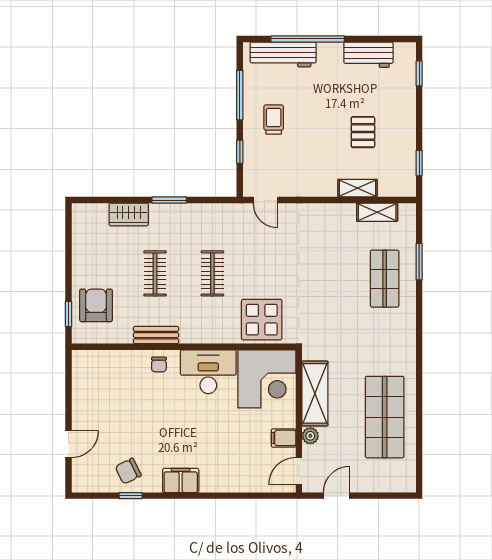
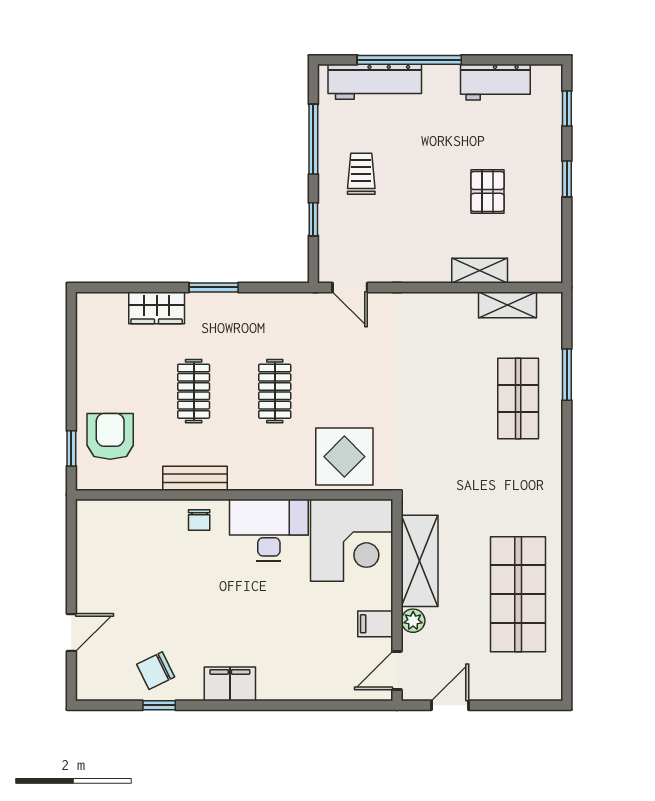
window: (419, 163) -> (567, 179), moved

